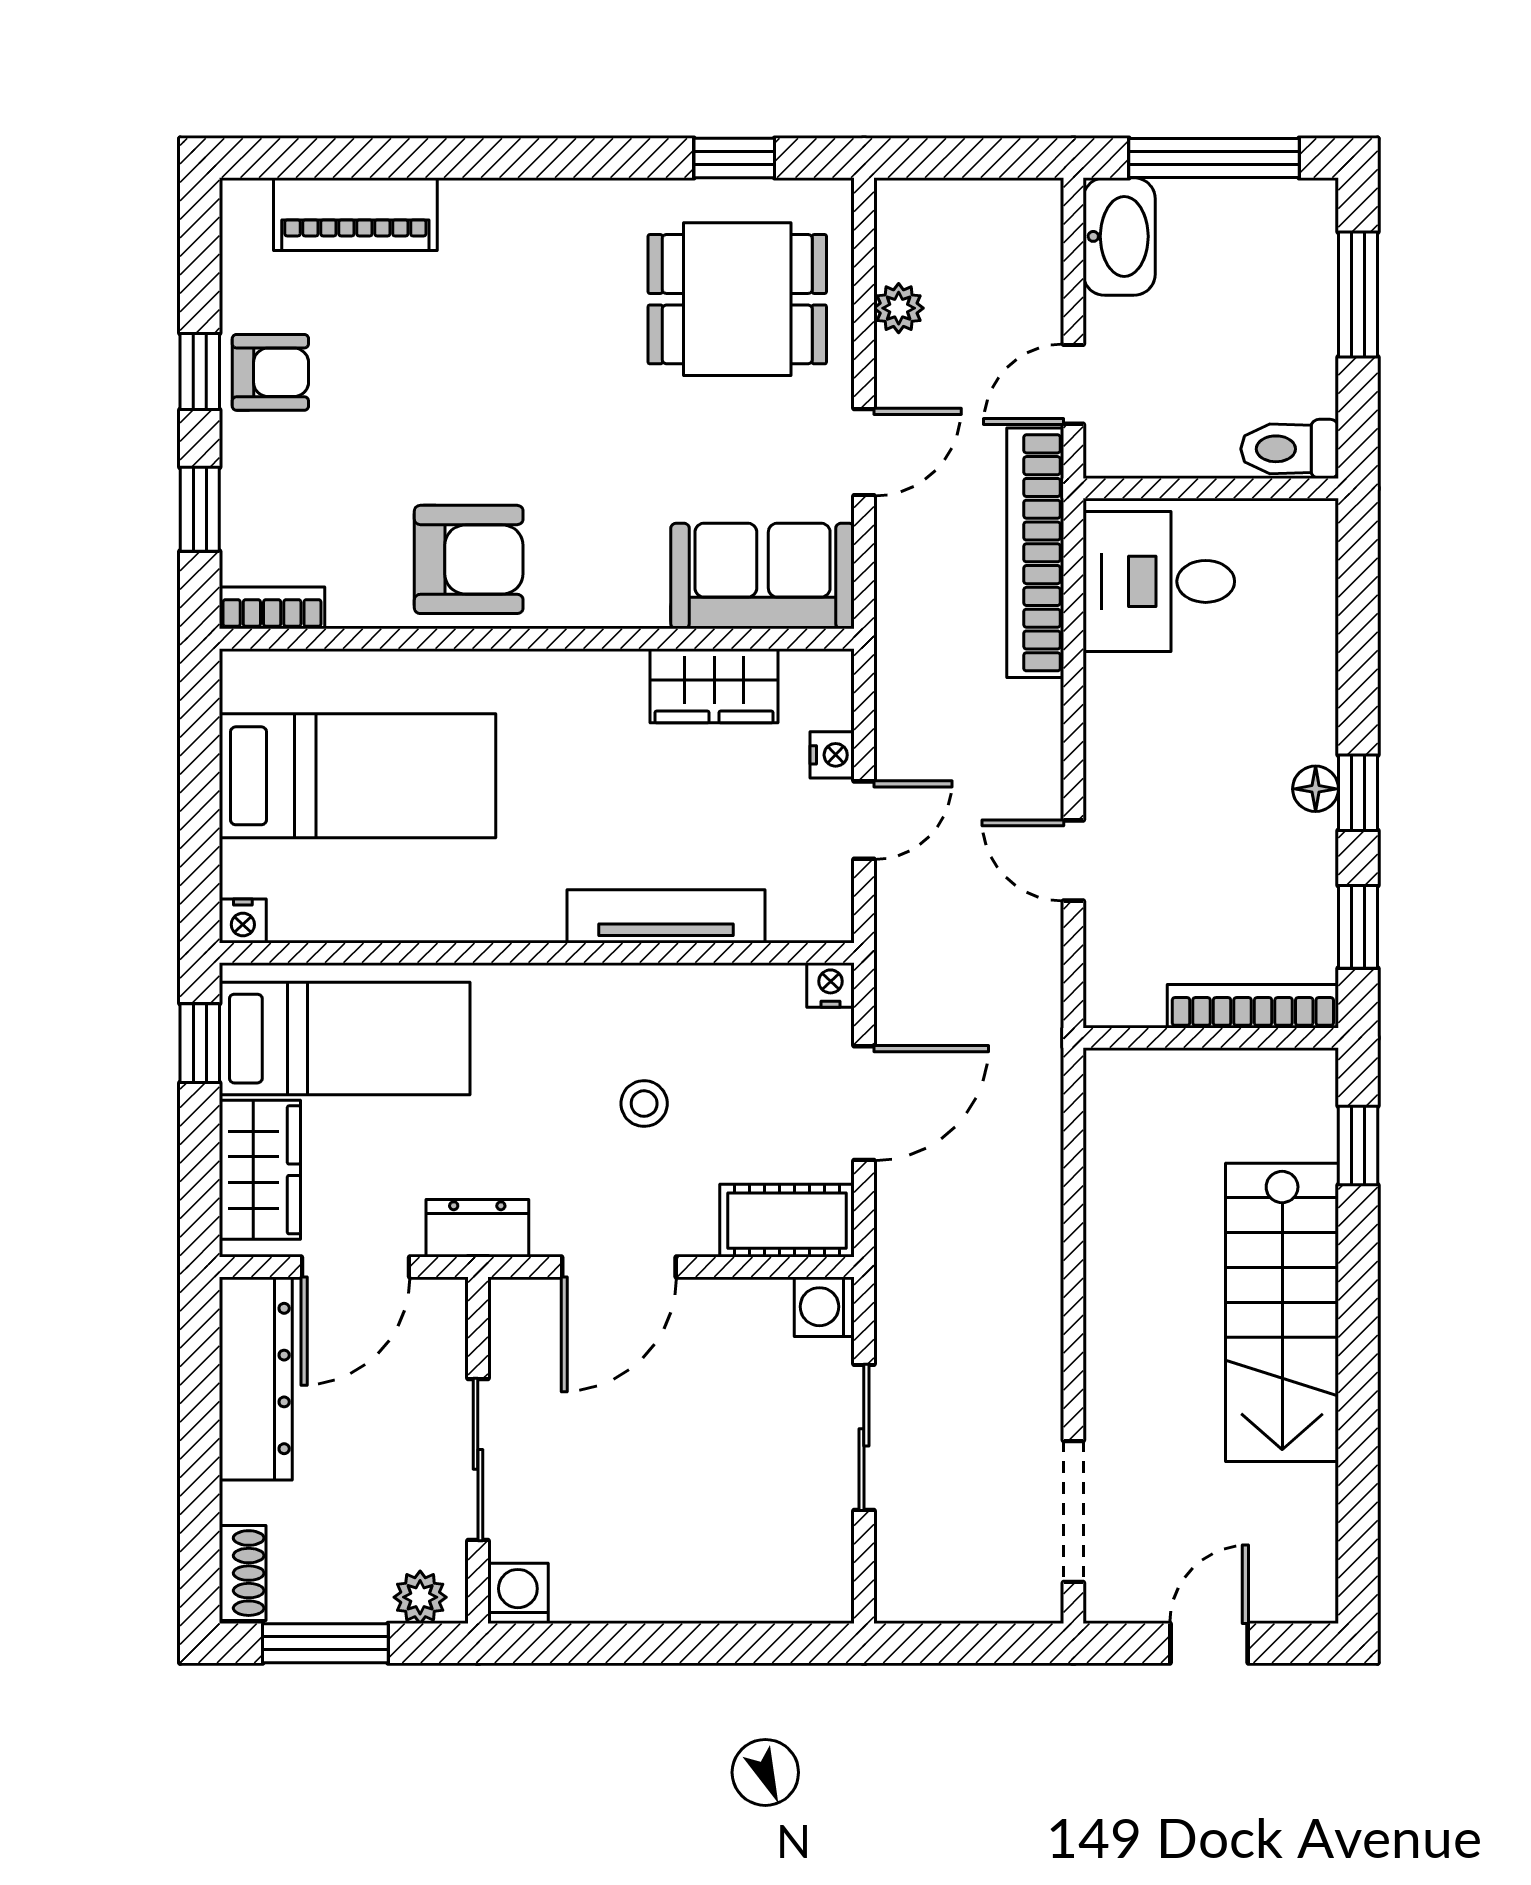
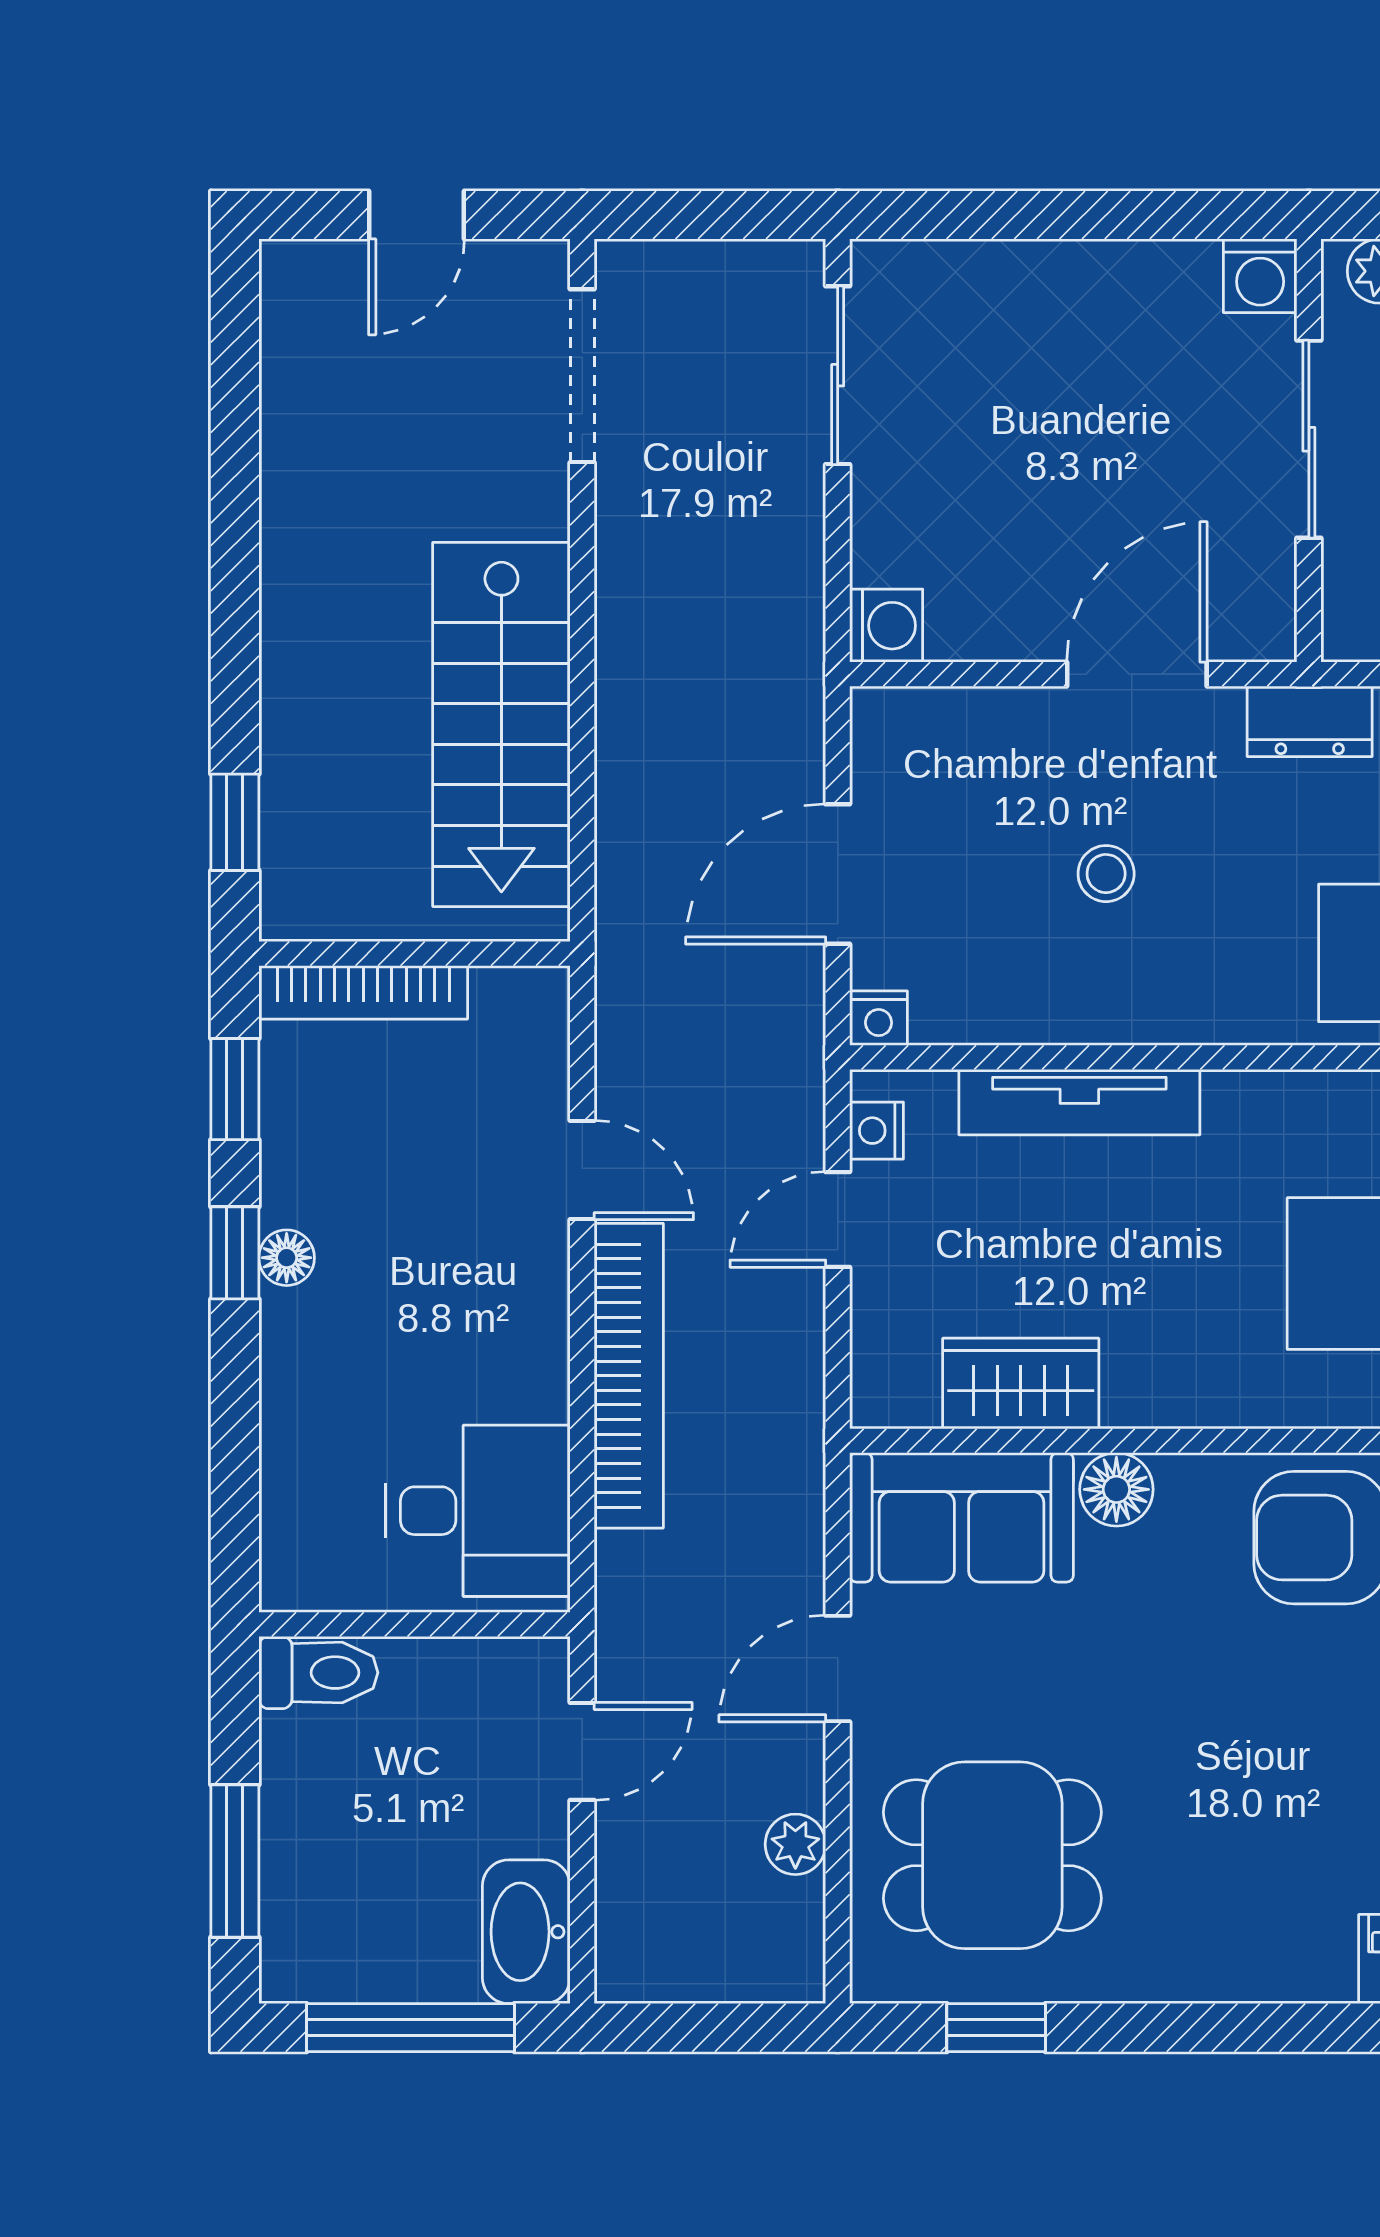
bookcase: (1035, 553) -> (629, 1376), moved
floor lamp: (636, 599) -> (1116, 1489), added
nightstand: (832, 755) -> (877, 1131), moved
cot: (787, 1221) -> (932, 731), removed
stairs: (1282, 1312) -> (501, 724), moved, turned 180
sliding door: (864, 1437) -> (838, 375), moved

